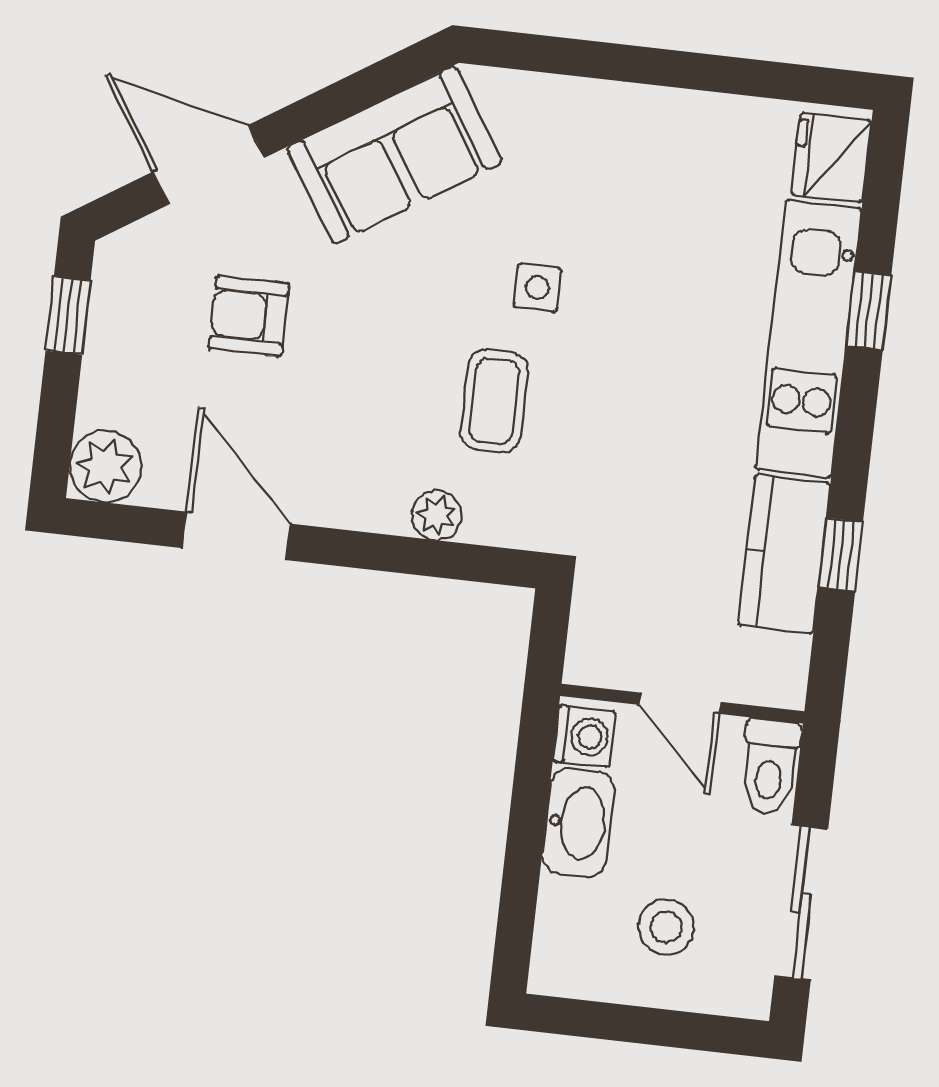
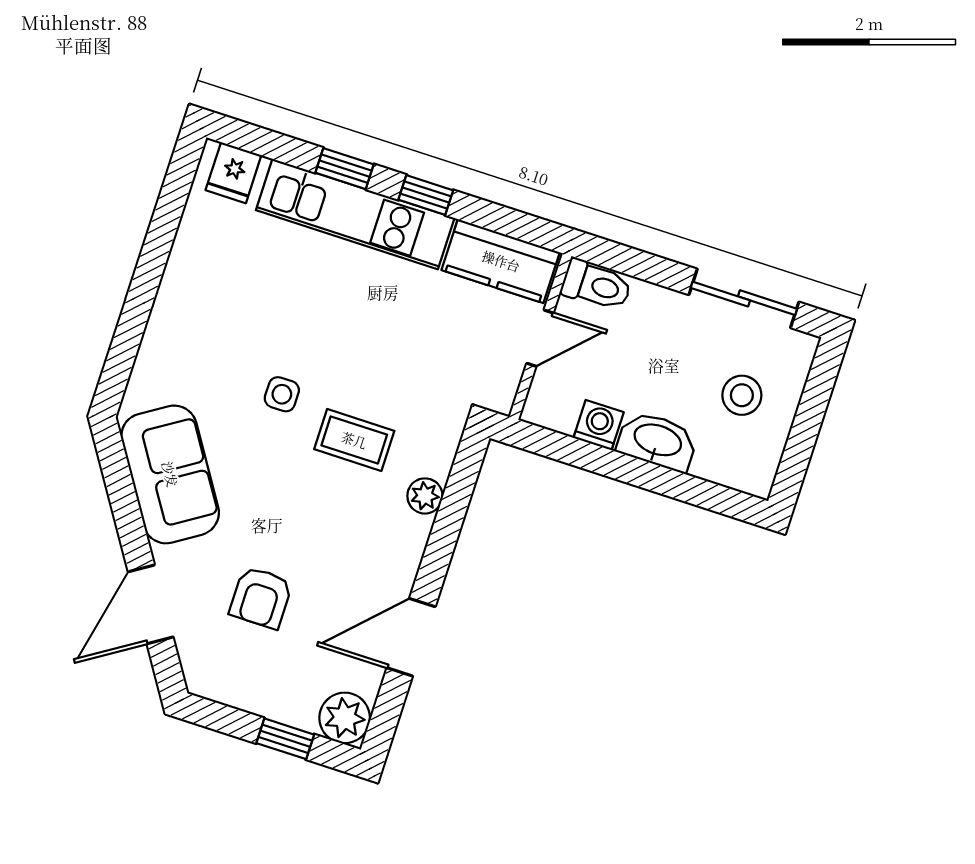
fridge: (831, 158) -> (233, 173), width x0.72
window: (68, 316) -> (285, 739), moved
window: (841, 554) -> (426, 195), moved
door: (680, 703) -> (540, 338), moved
wall: (682, 704) -> (541, 337), moved
toilet: (770, 767) -> (596, 285), moved

